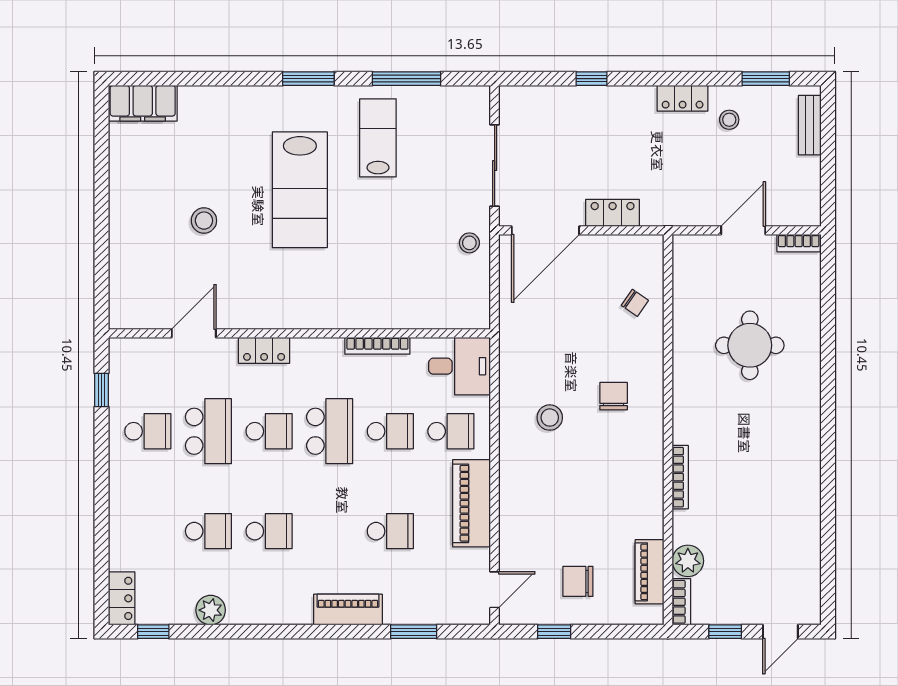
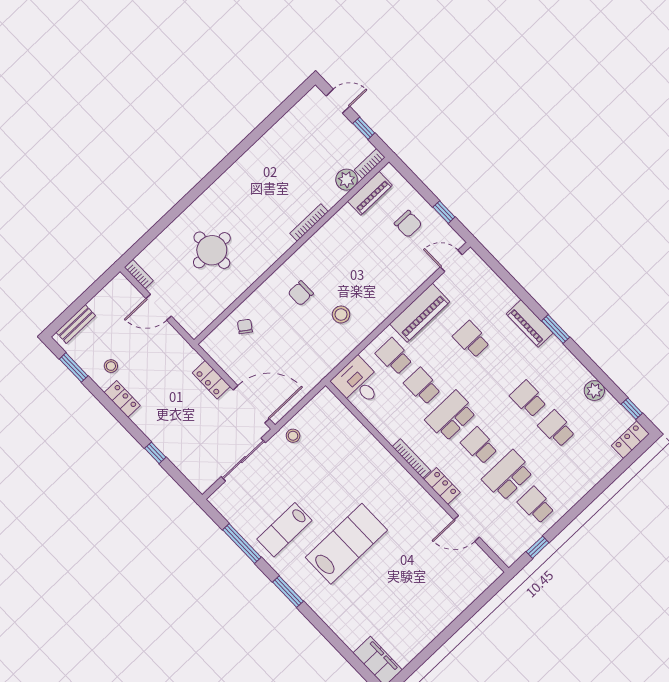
stool: (204, 221) -> (406, 576), removed
bookcase: (377, 346) -> (411, 459), moved
window: (414, 632) -> (556, 329), moved

